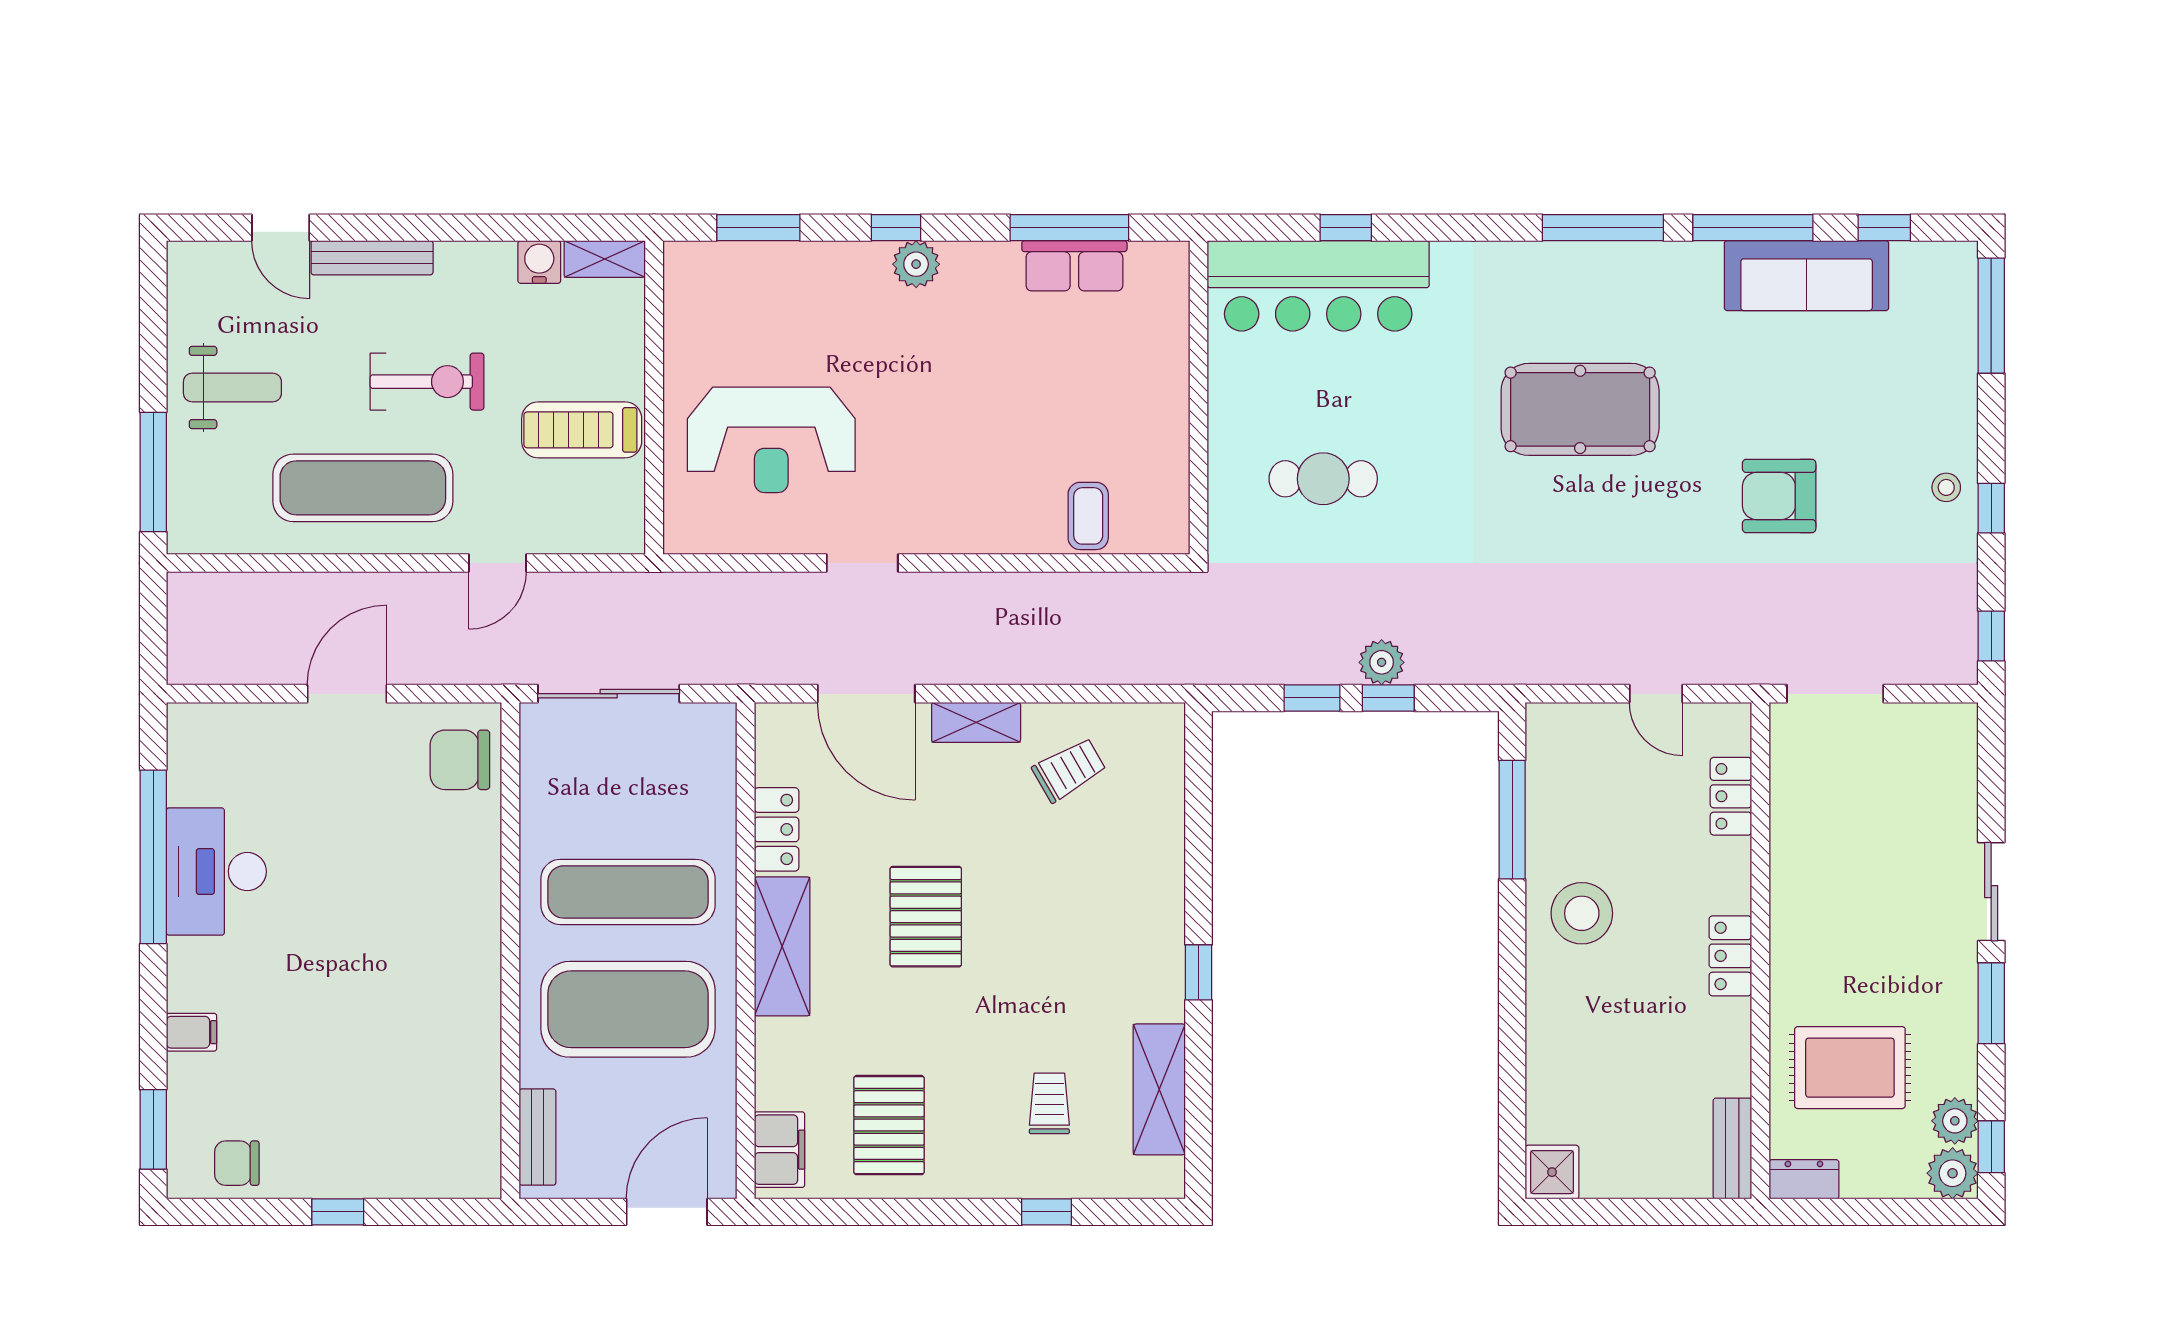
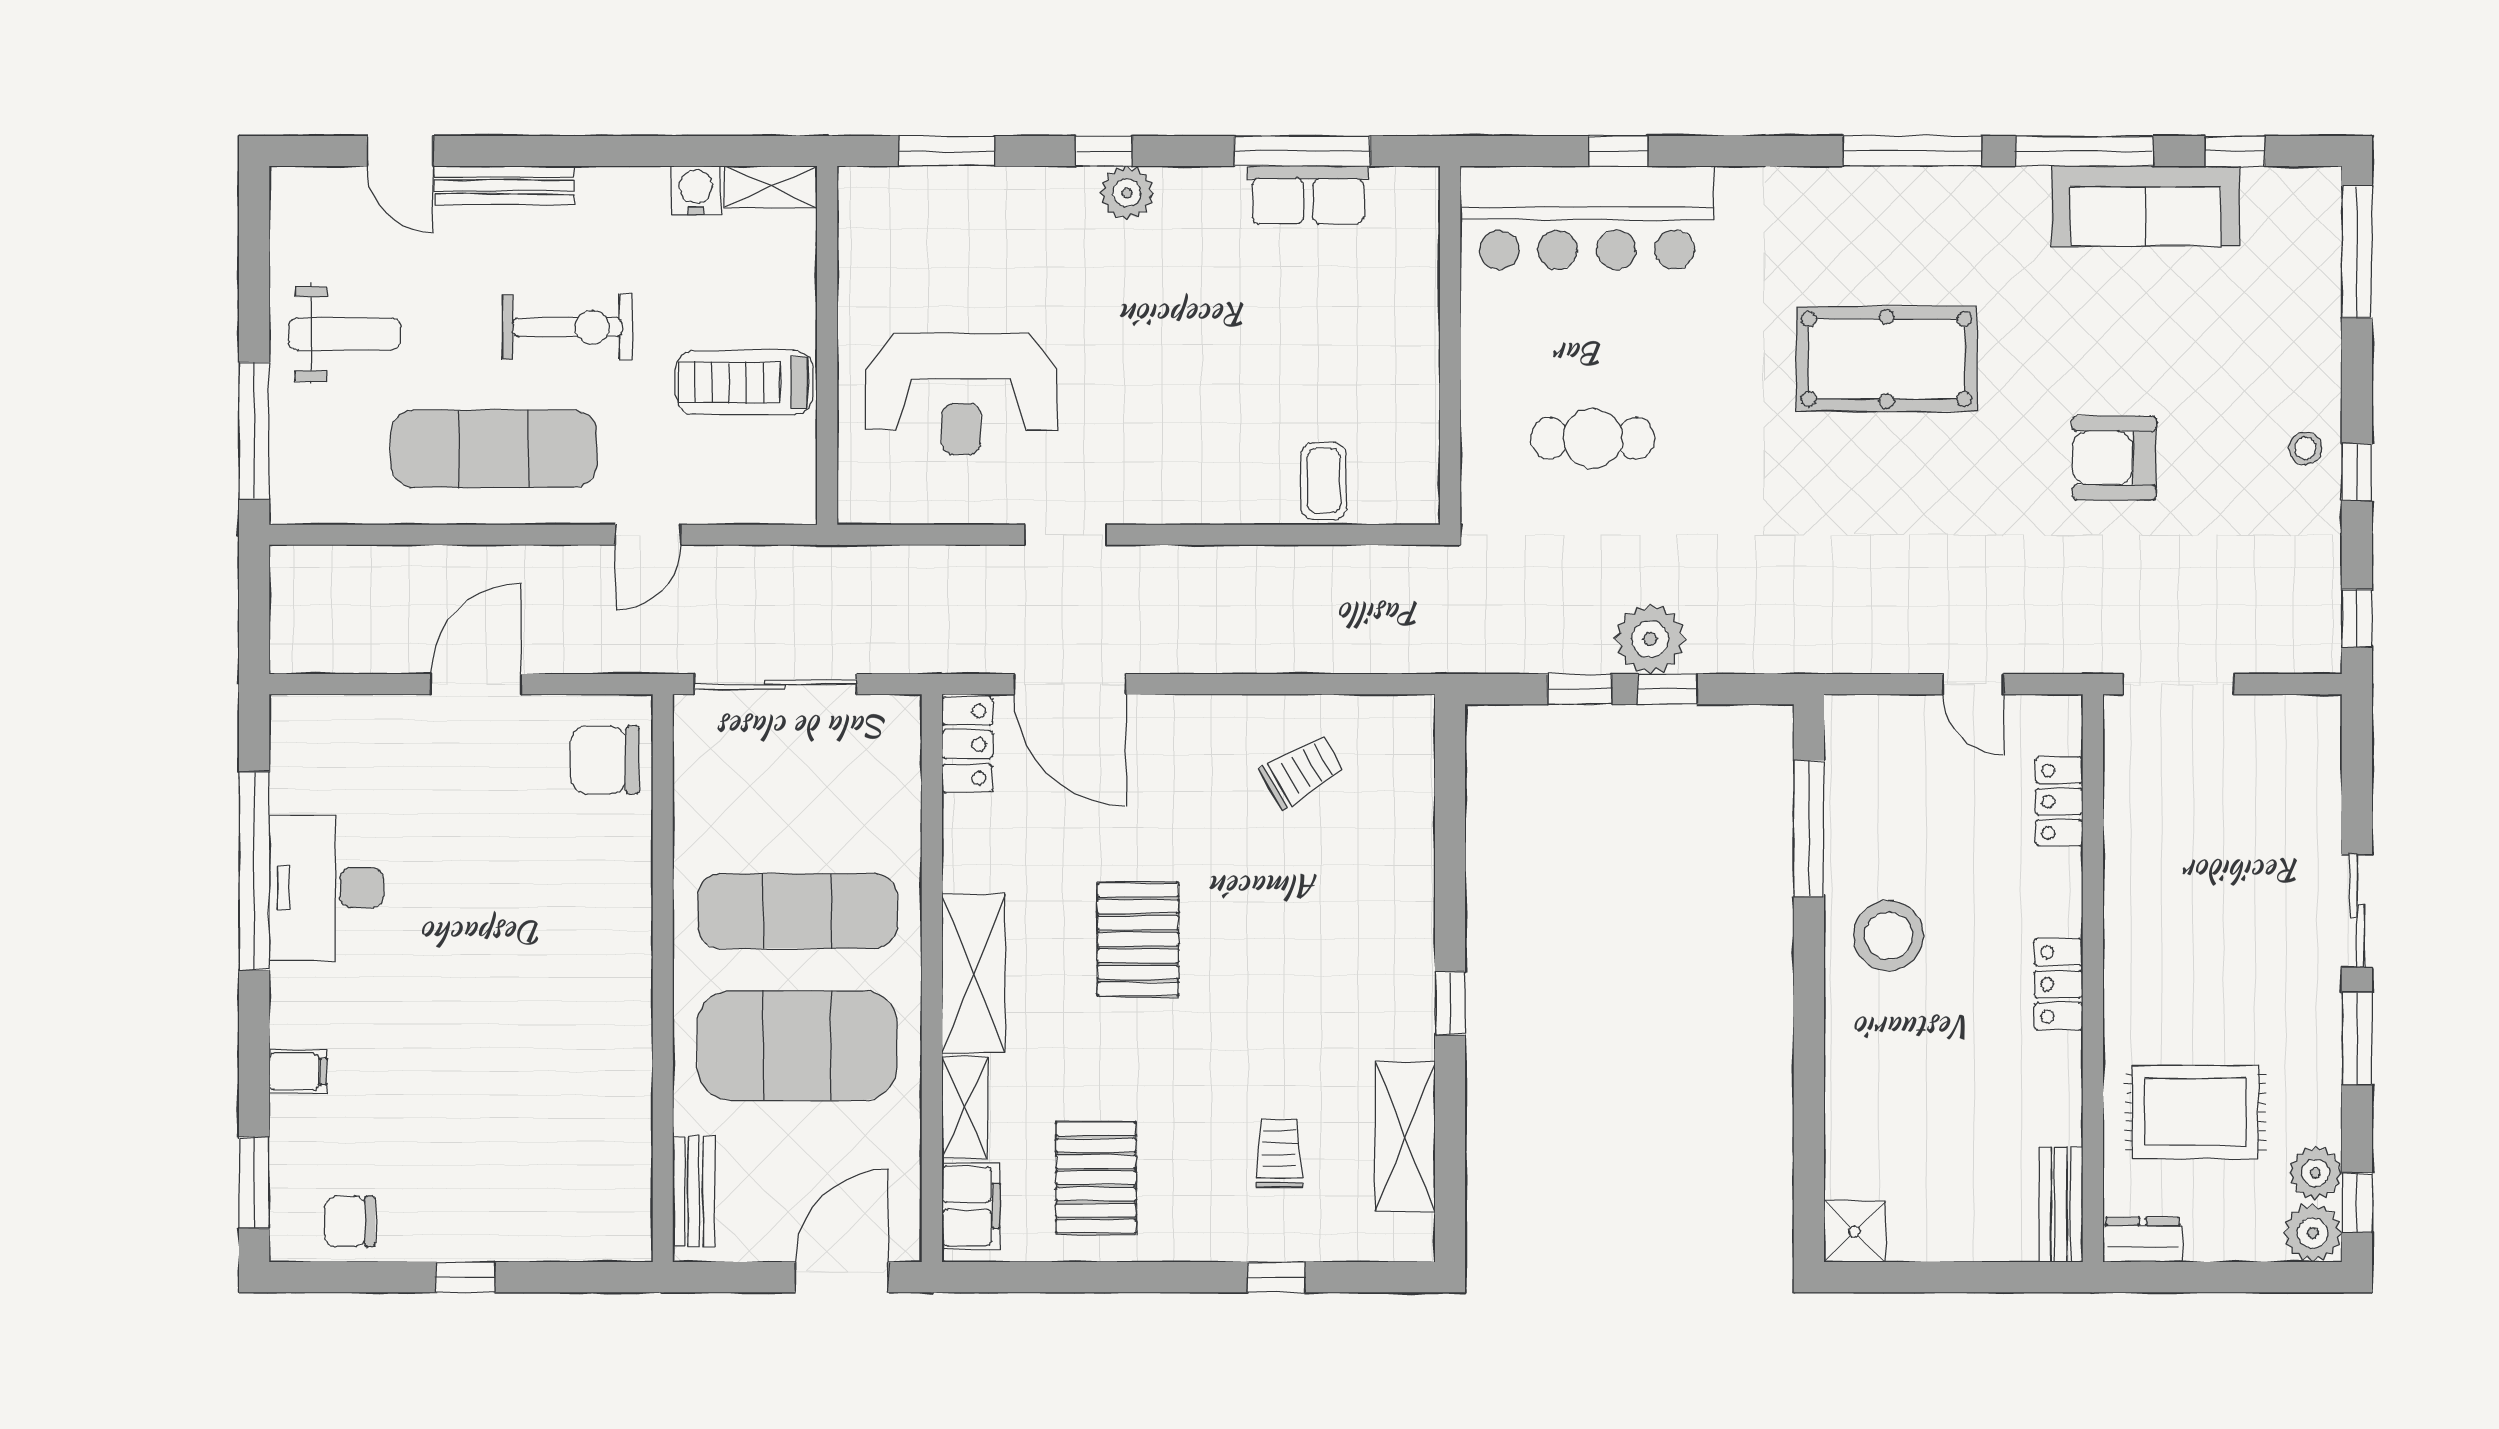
plant: (1382, 662) -> (1650, 639), width x1.36, depth x1.36
shelving: (976, 722) -> (965, 1108), moved, turned 90
locker: (777, 829) -> (967, 745), moved

